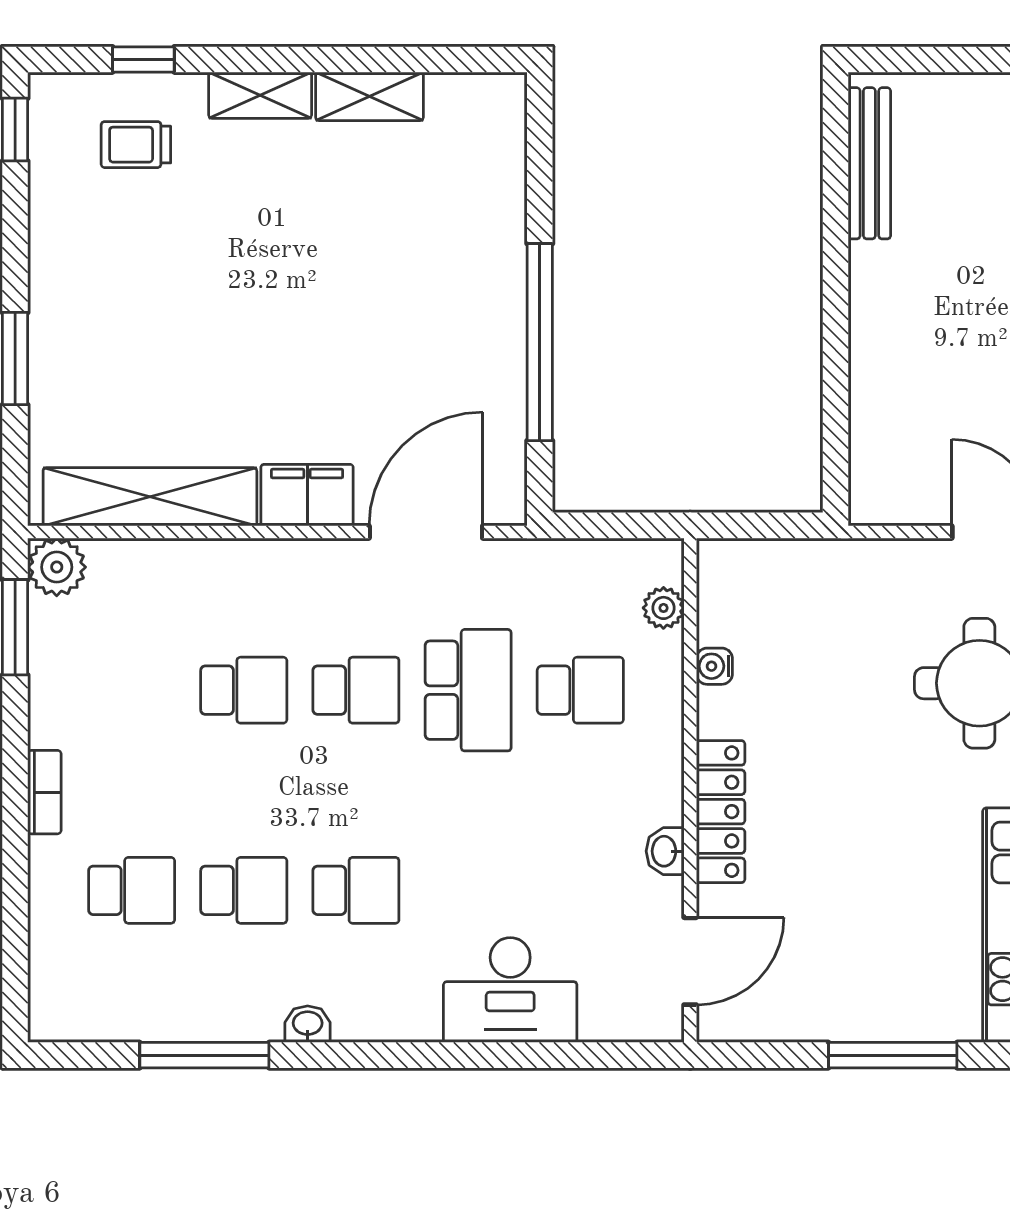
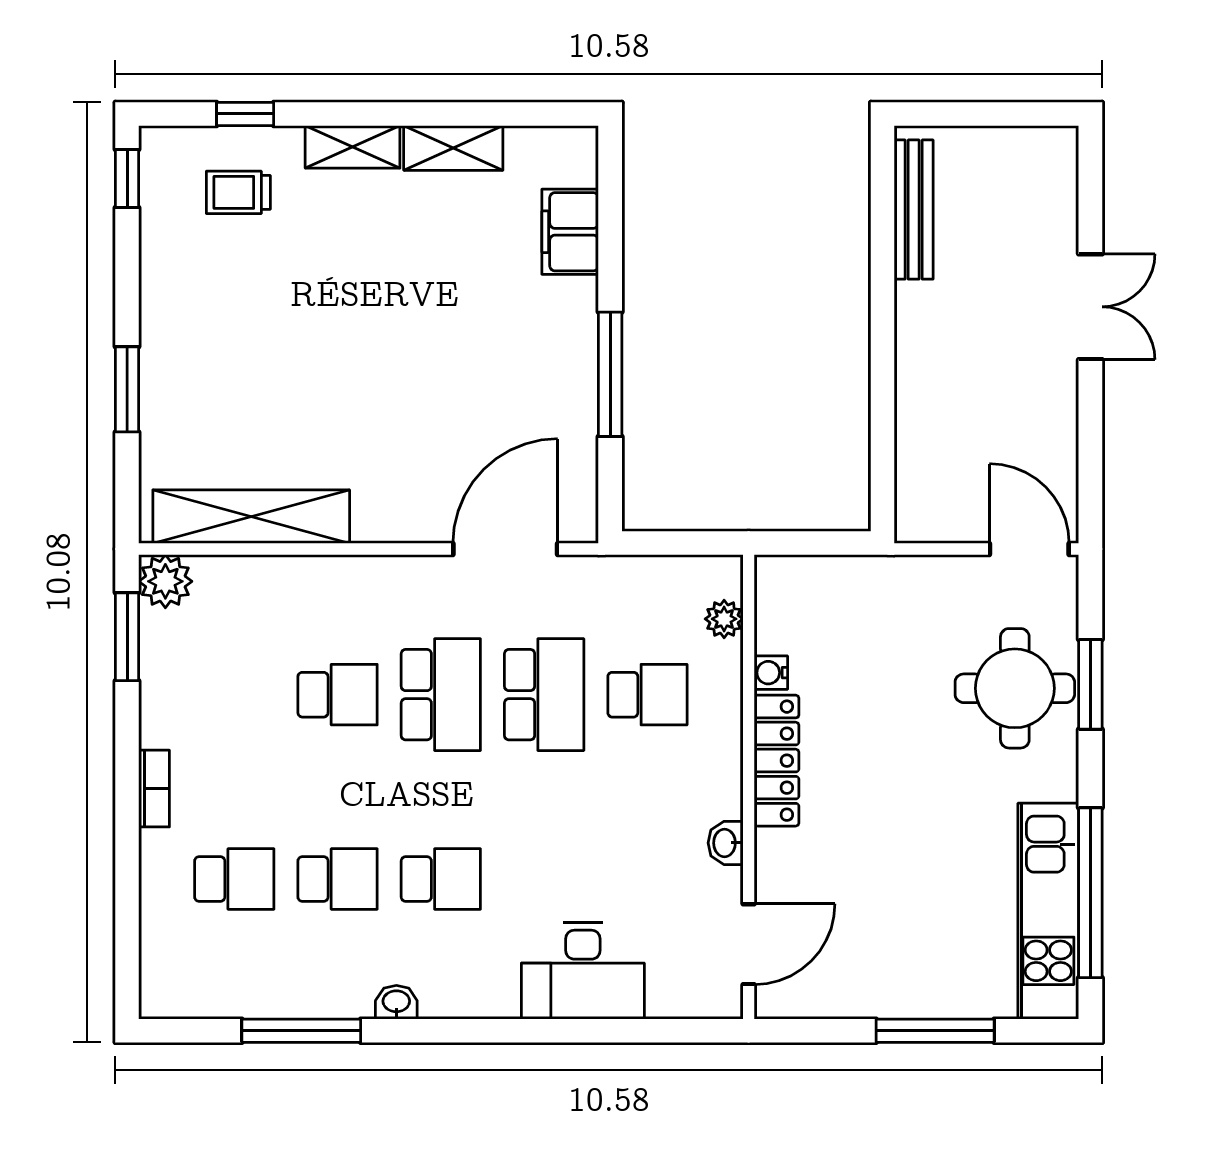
window: (540, 342) -> (610, 374), width x0.68
filing cabinet: (307, 495) -> (570, 232), moved, turned -90
school desk: (356, 690) -> (441, 695), width x1.85
locker: (721, 812) -> (777, 761), moved

